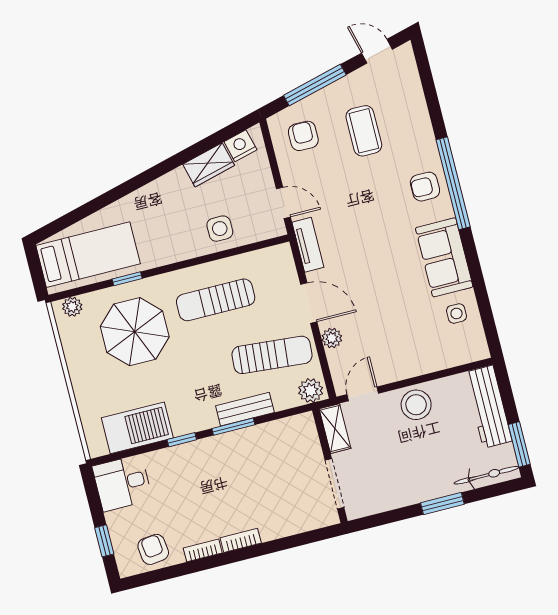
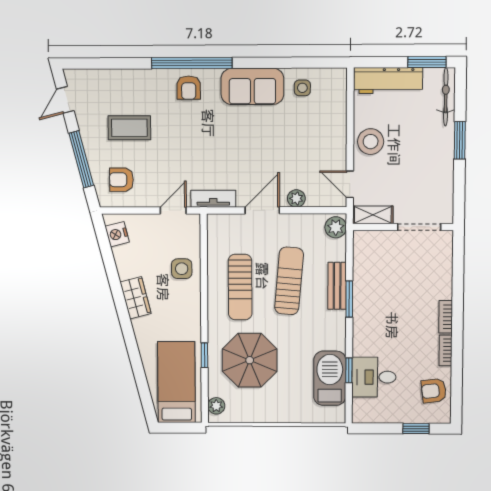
wardrobe: (209, 165) -> (136, 298), moved
sun lounger: (272, 355) -> (289, 281), moved
window: (182, 440) -> (349, 370), moved
desk: (122, 483) -> (374, 377), moved, turned 90

